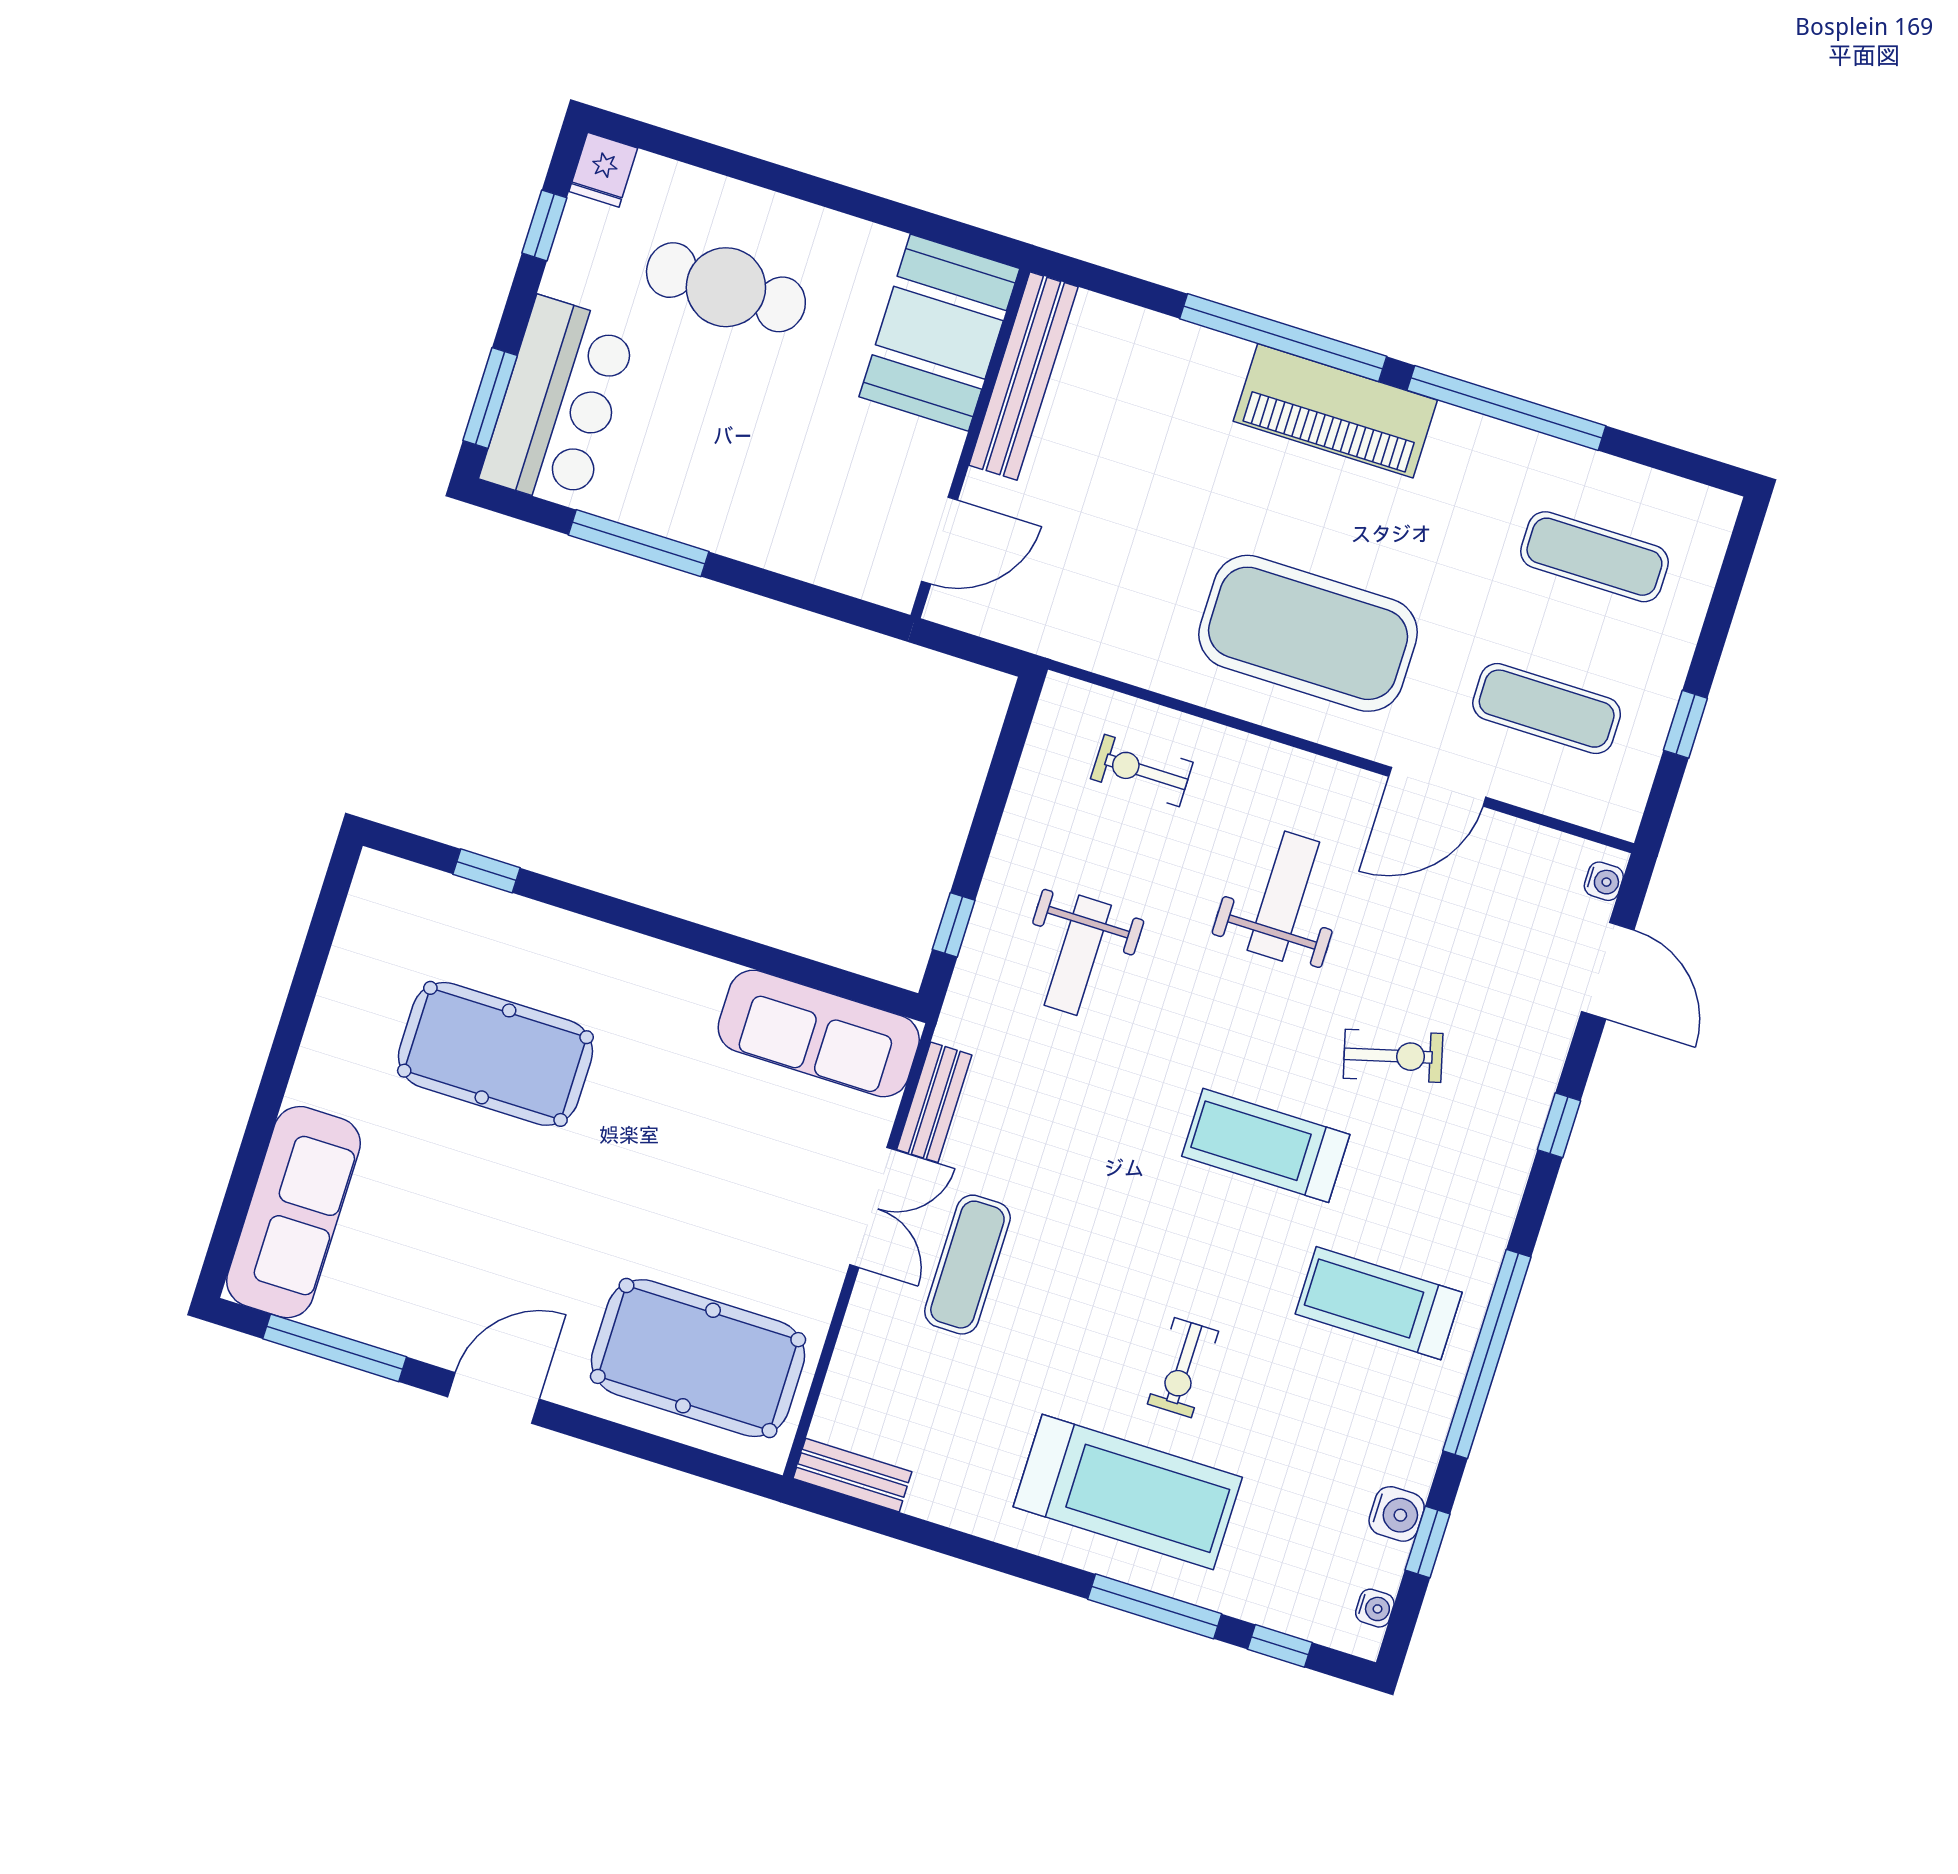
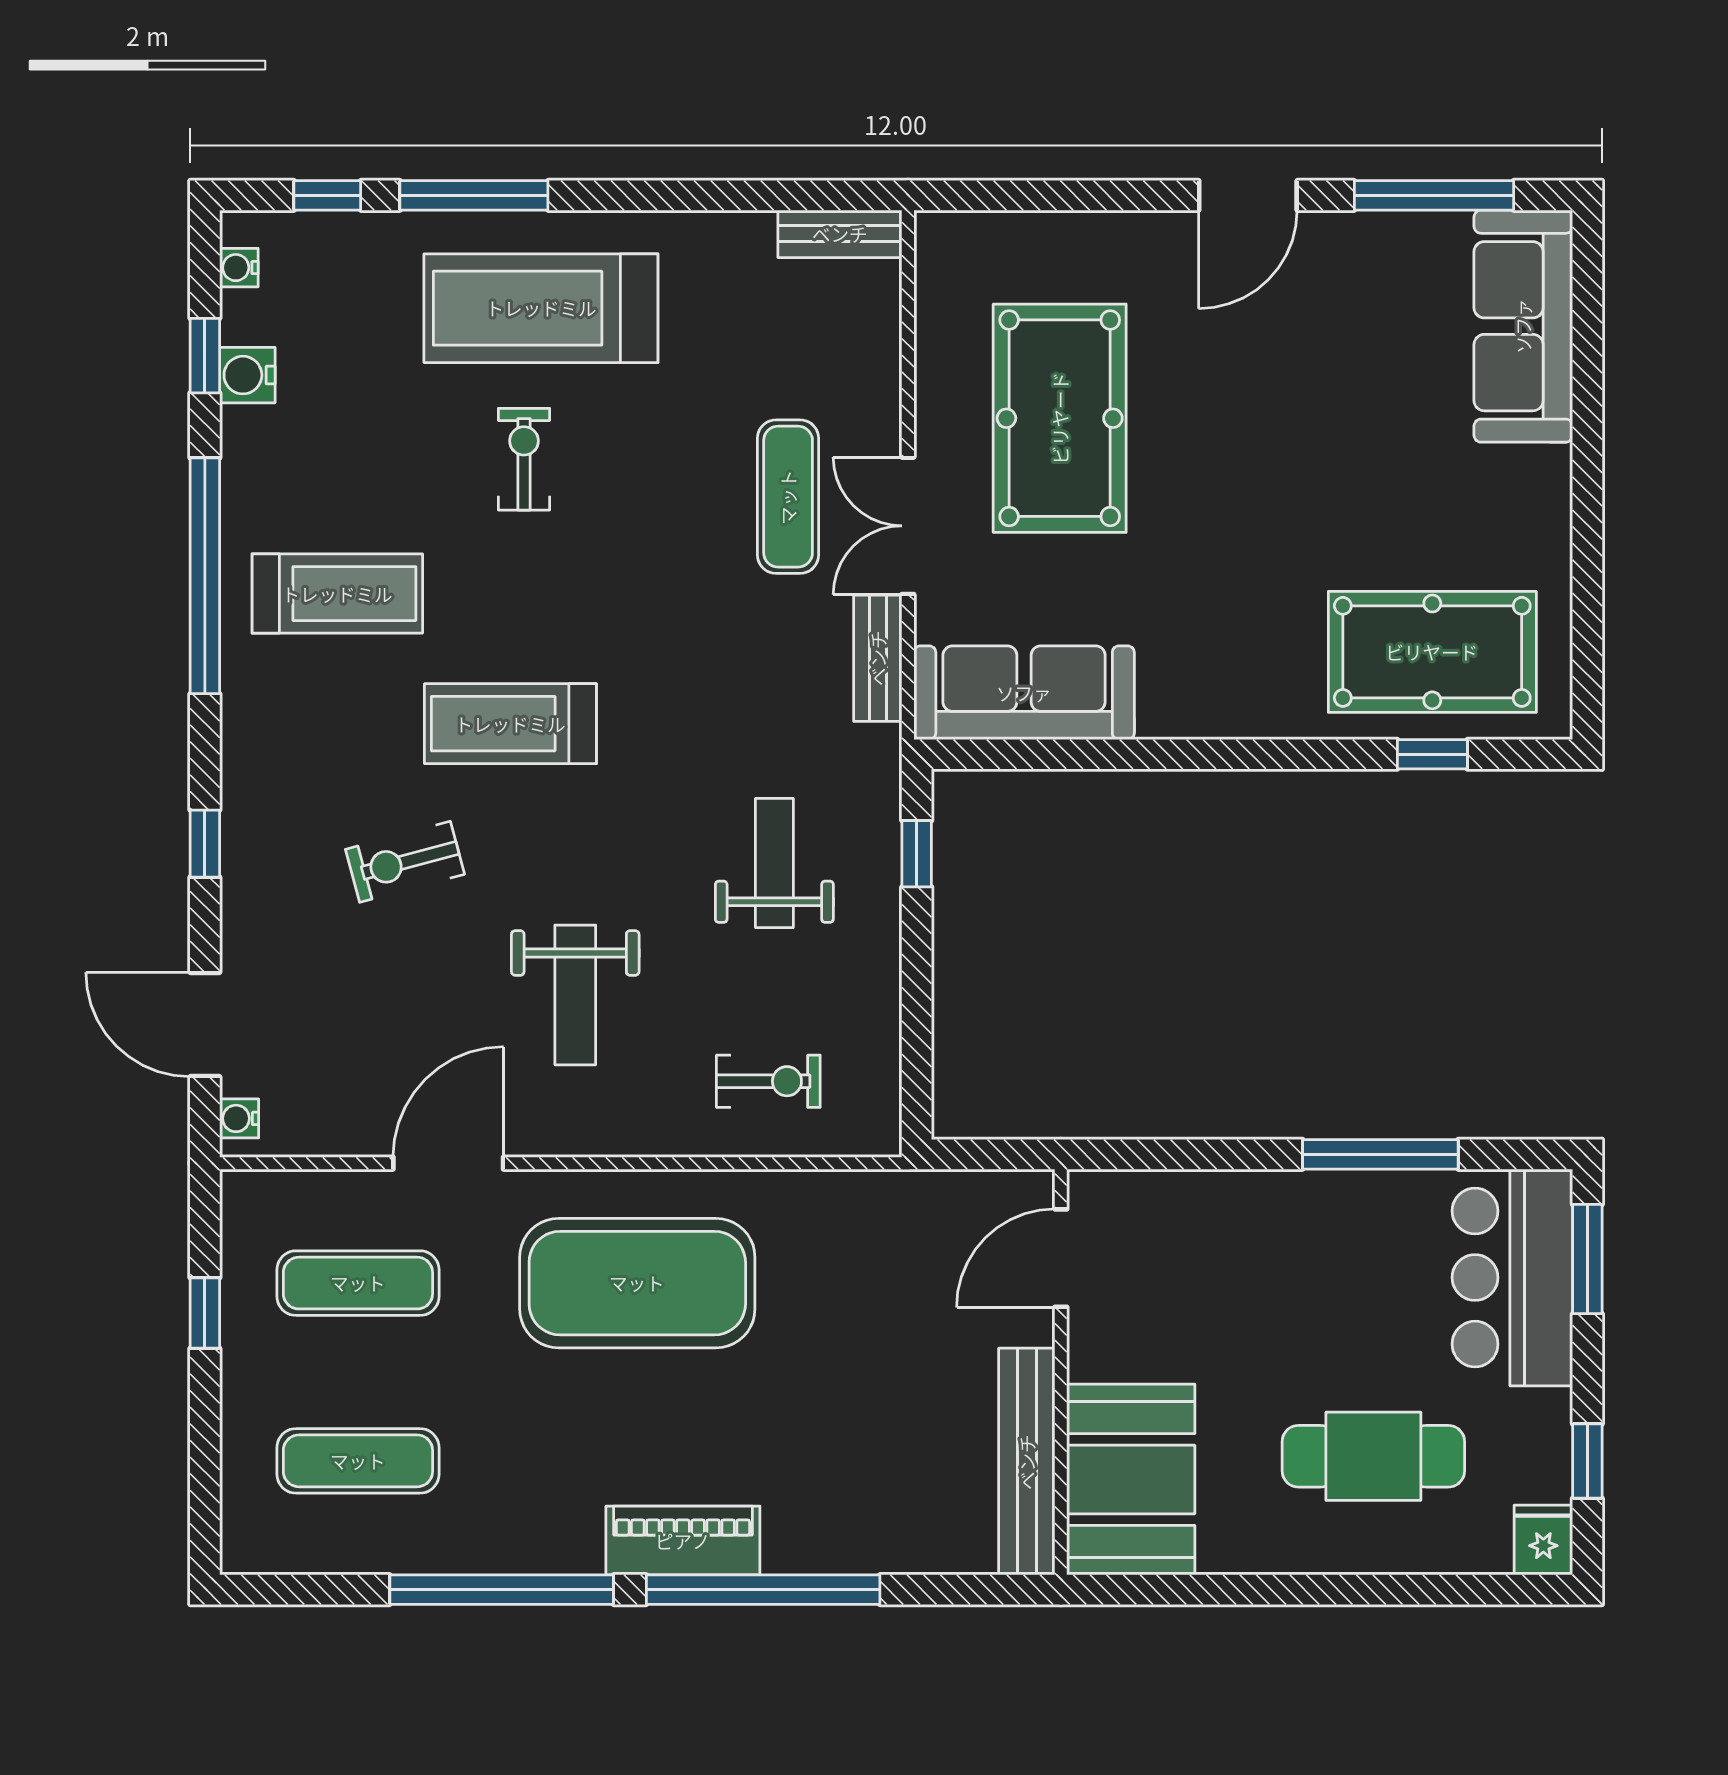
piano: (1335, 411) -> (683, 1541), width x0.73, depth x0.75
pool table: (495, 1054) -> (1432, 652), moved
treadmill: (1266, 1145) -> (510, 724), turned 180
pool table: (698, 1358) -> (1060, 418), moved, turned 90

